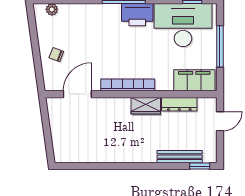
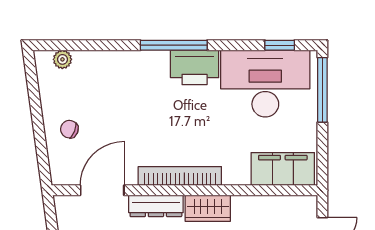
window: (220, 46) -> (322, 90), moved
dresser: (179, 104) -> (156, 206), moved

